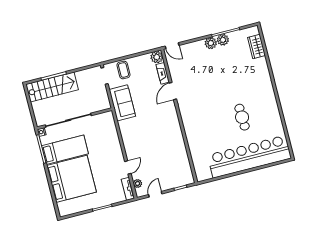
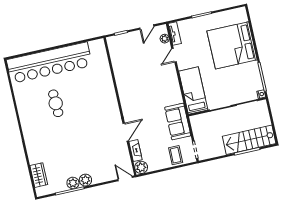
bed: (65, 150) -> (193, 91), moved, turned 90

